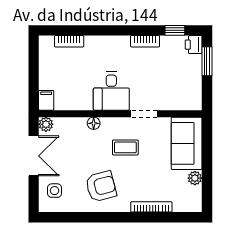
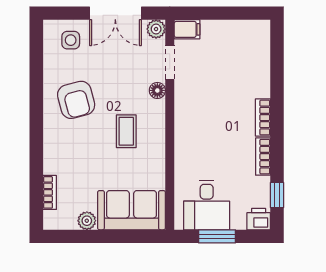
bookcase: (69, 41) -> (263, 118), moved
window: (207, 61) -> (217, 236), moved
desk: (111, 91) -> (207, 205), moved, turned -90
doorway: (144, 114) -> (170, 62), moved
bookcase: (151, 207) -> (50, 192), moved, width x0.64

